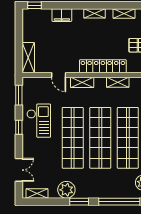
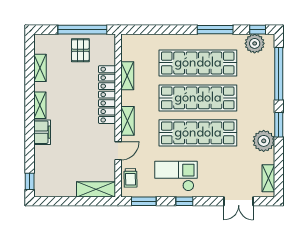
filing cabinet: (62, 15) -> (42, 132), moved
trolley: (37, 85) -> (130, 178), added
double door: (19, 170) -> (239, 201), swing flipped

